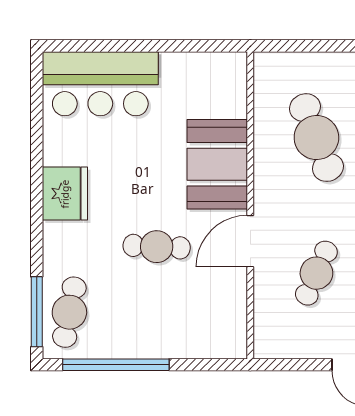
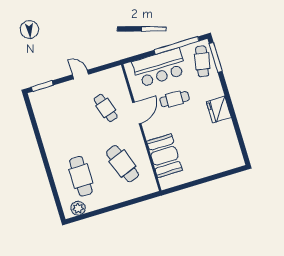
bar counter: (100, 84) -> (159, 68), moved, turned 180
booth: (217, 164) -> (164, 156), moved
cafe table: (316, 273) -> (106, 108), turned -42

